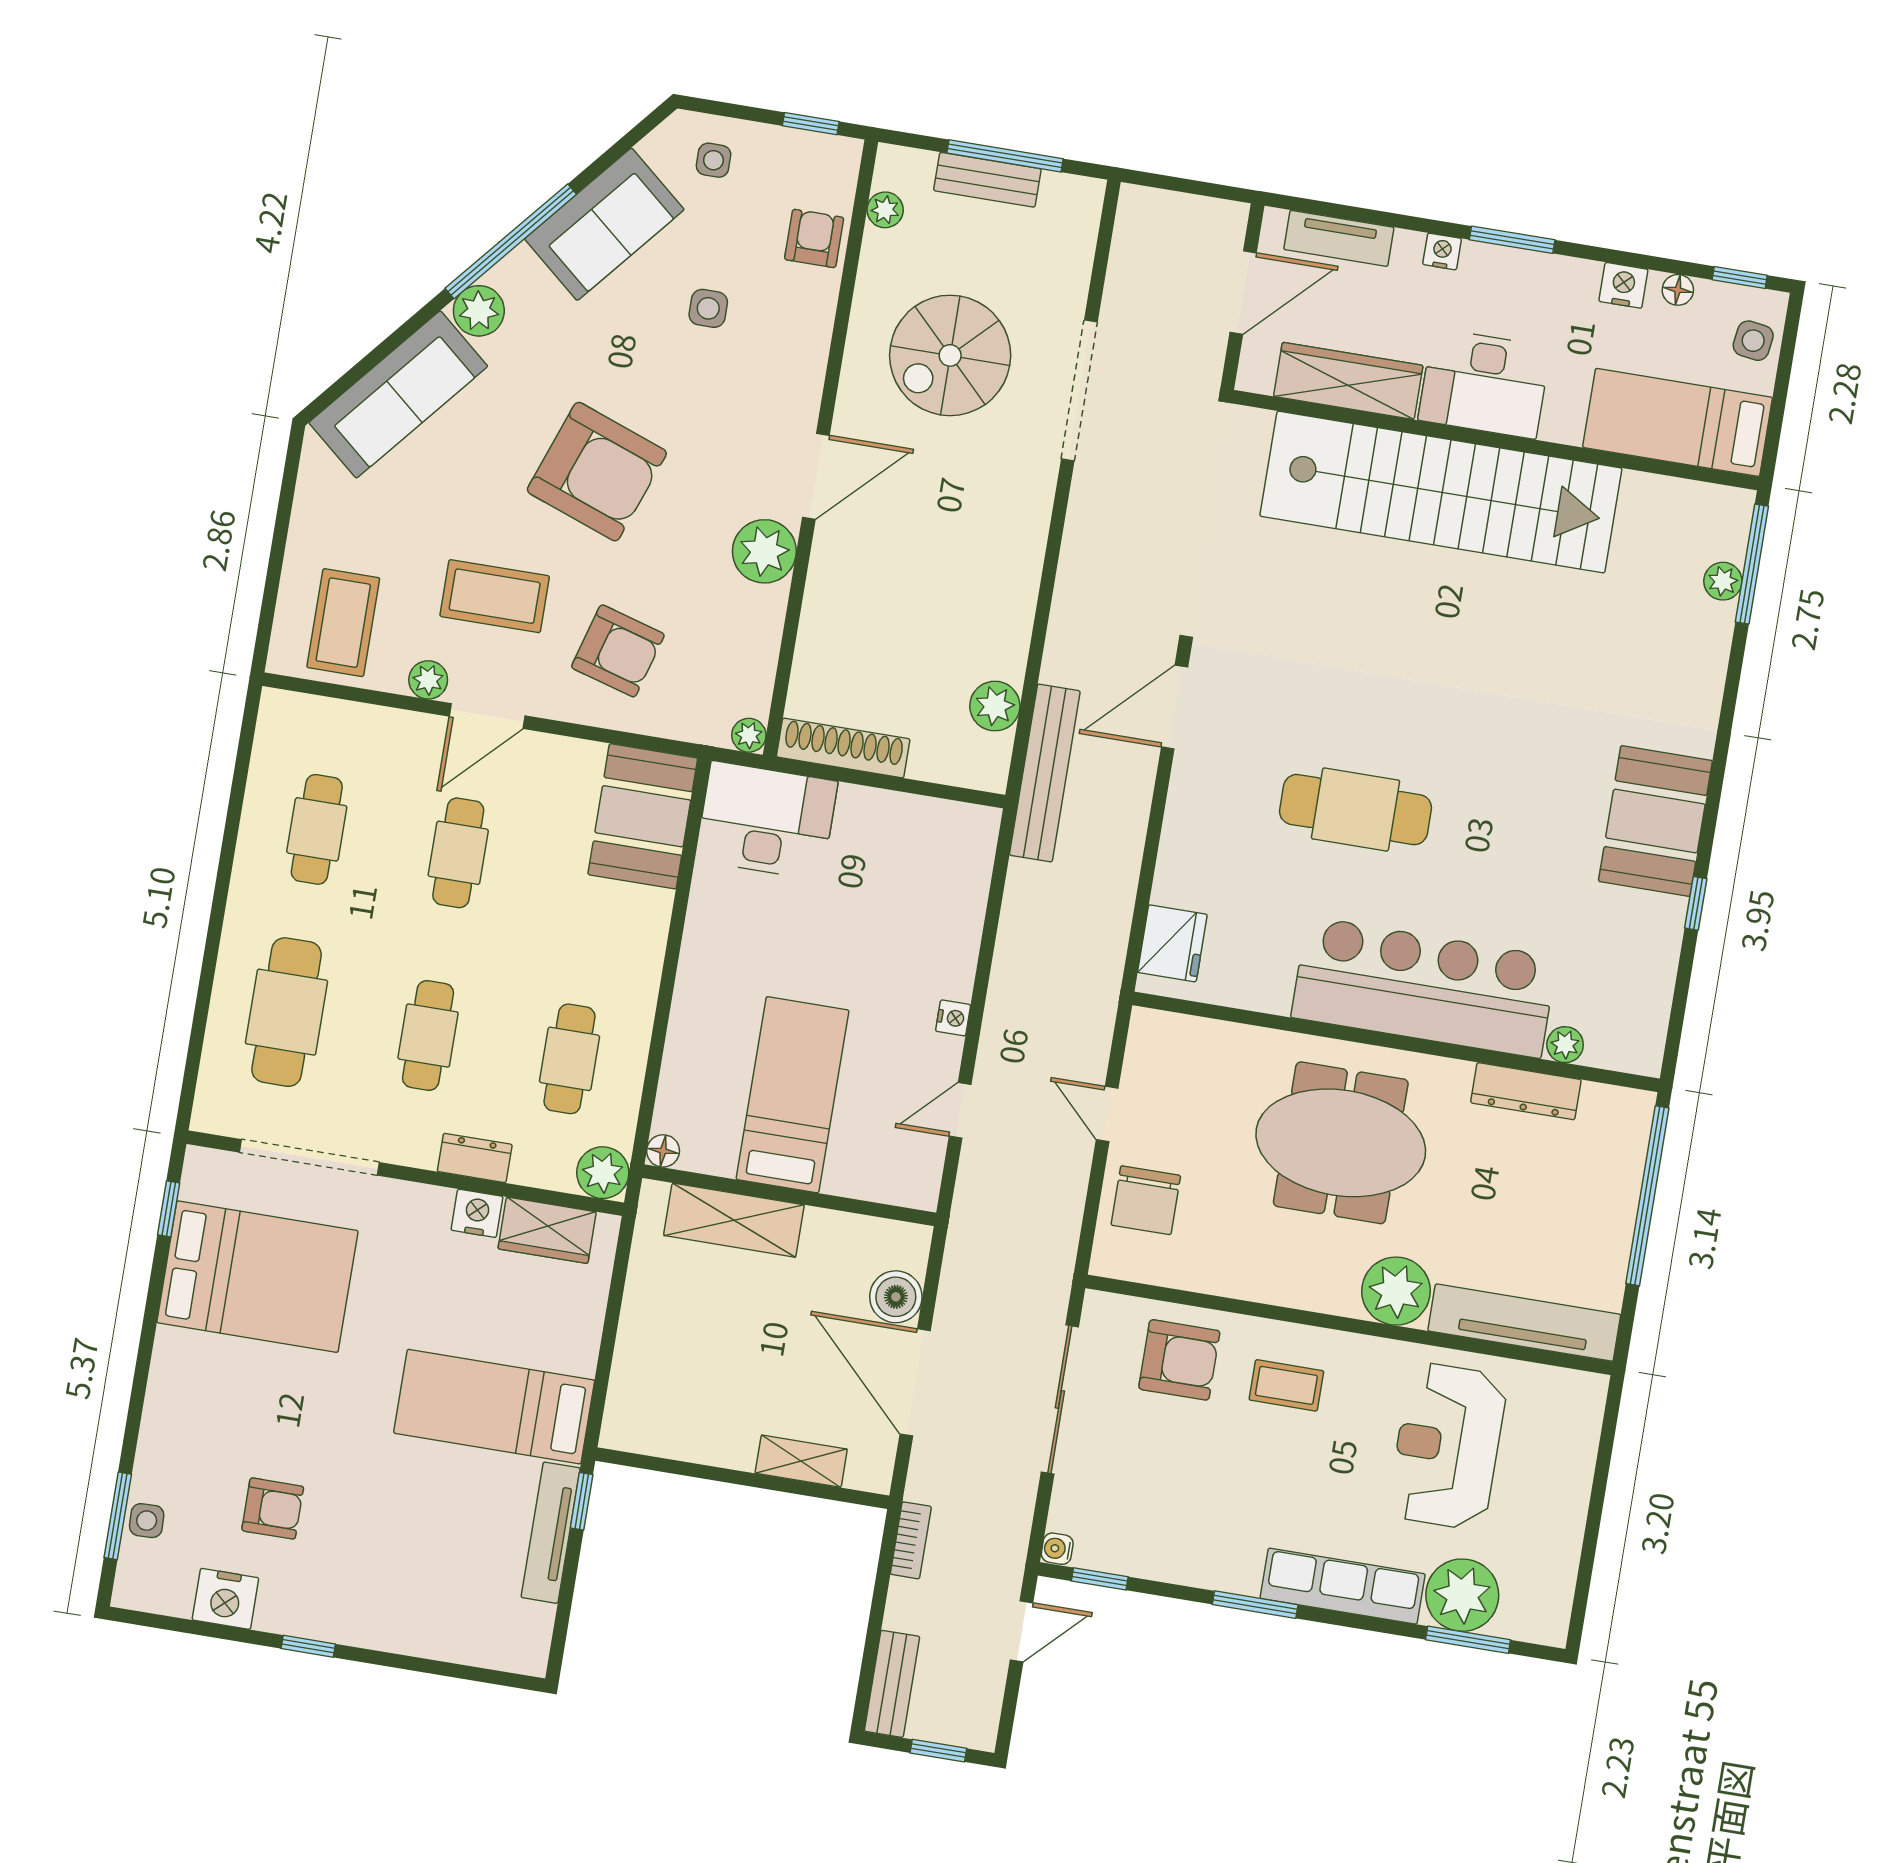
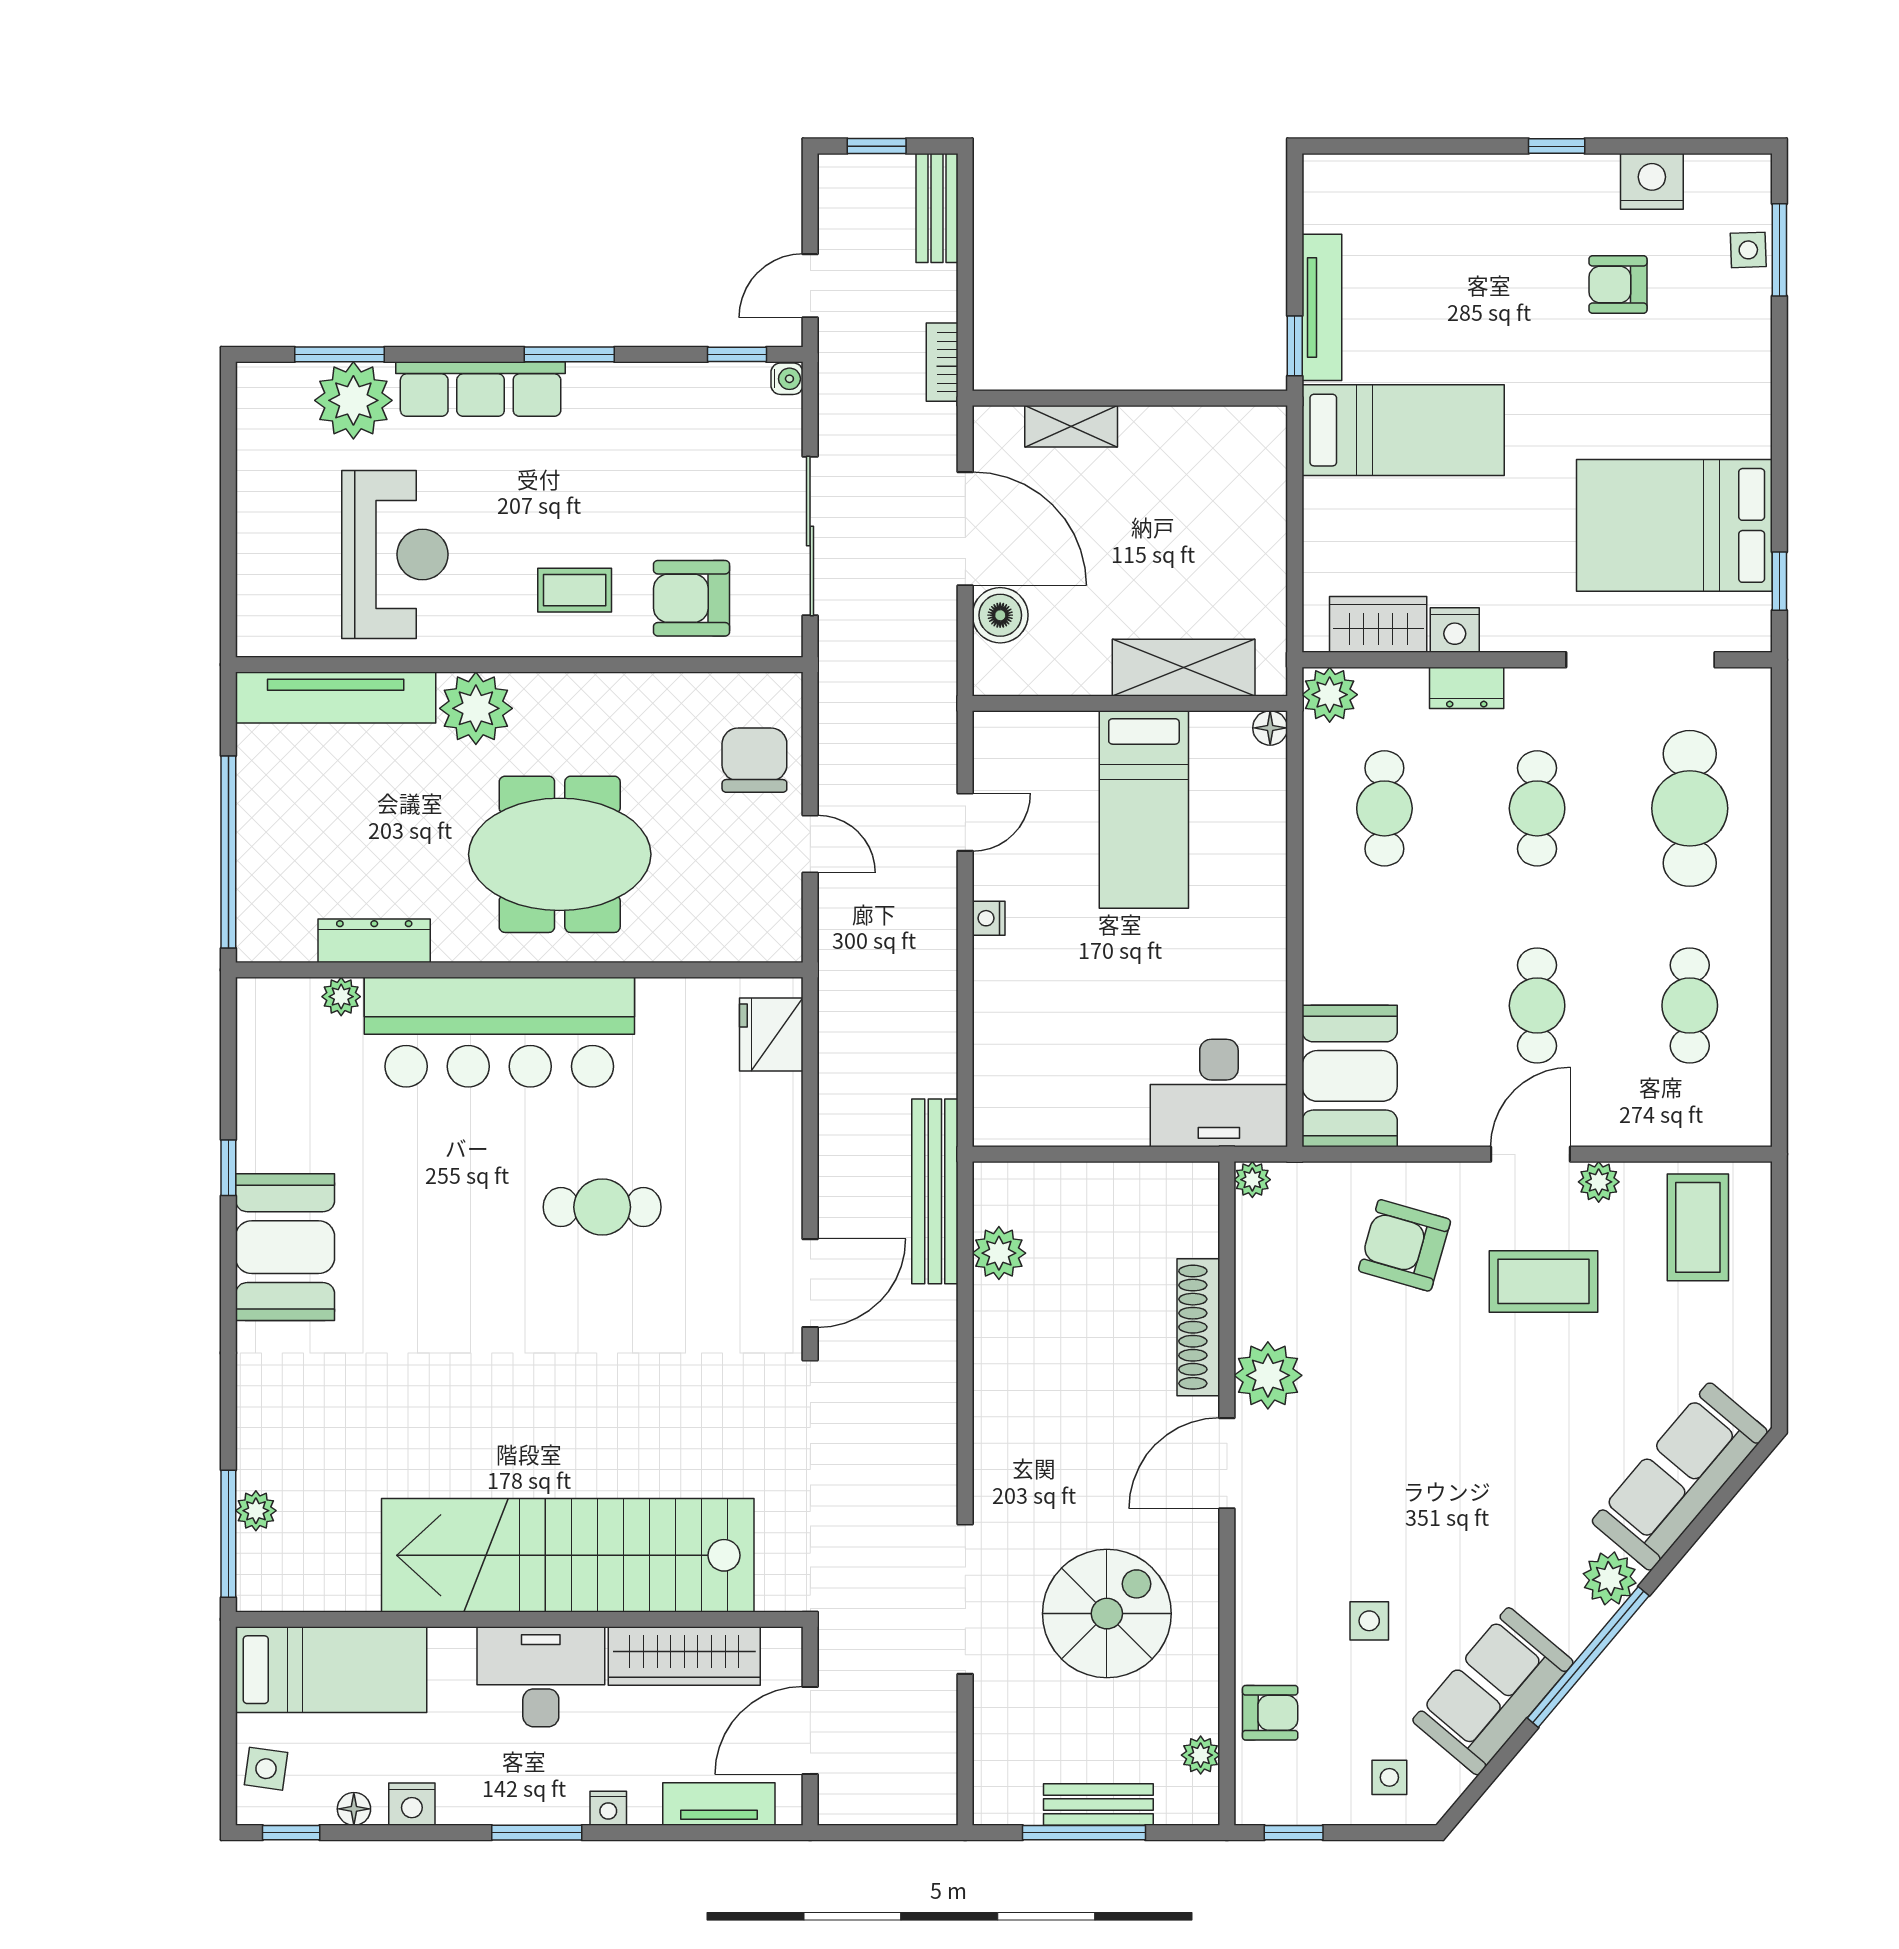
armchair: (814, 238) -> (1270, 1713), turned -90
armchair: (597, 472) -> (1458, 1430), removed
shoe rack: (843, 748) -> (1198, 1327), moved, turned 90
cafe table: (1355, 810) -> (602, 1207), width x0.73, depth x0.74

